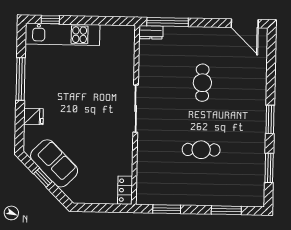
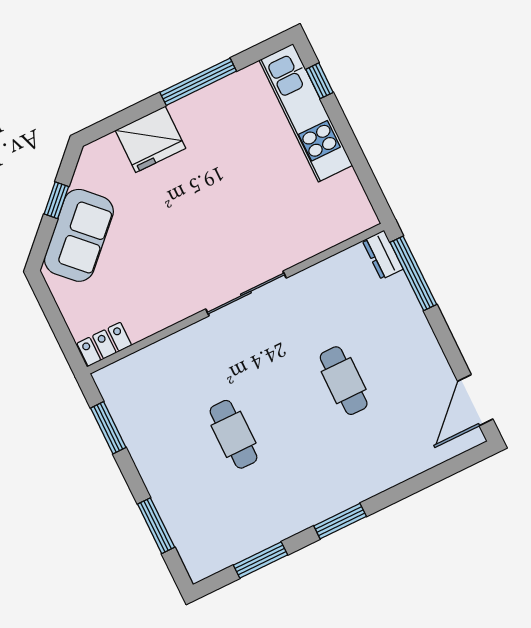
cafe table: (202, 83) -> (344, 381), turned 90
fridge: (33, 117) -> (150, 139), width x1.88, depth x1.34
sofa: (54, 163) -> (79, 235), moved

